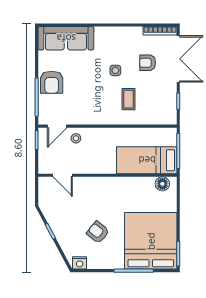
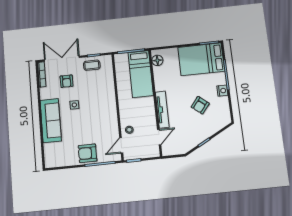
sofa: (66, 38) -> (51, 121), moved
armchair: (52, 82) -> (87, 153), turned 180
coffee table: (128, 99) -> (92, 65), moved
door: (57, 126) -> (121, 145), swing flipped
tv unit: (97, 183) -> (162, 110), added
bed: (151, 241) -> (201, 59), width x0.73
nightstand: (80, 263) -> (222, 91), moved

